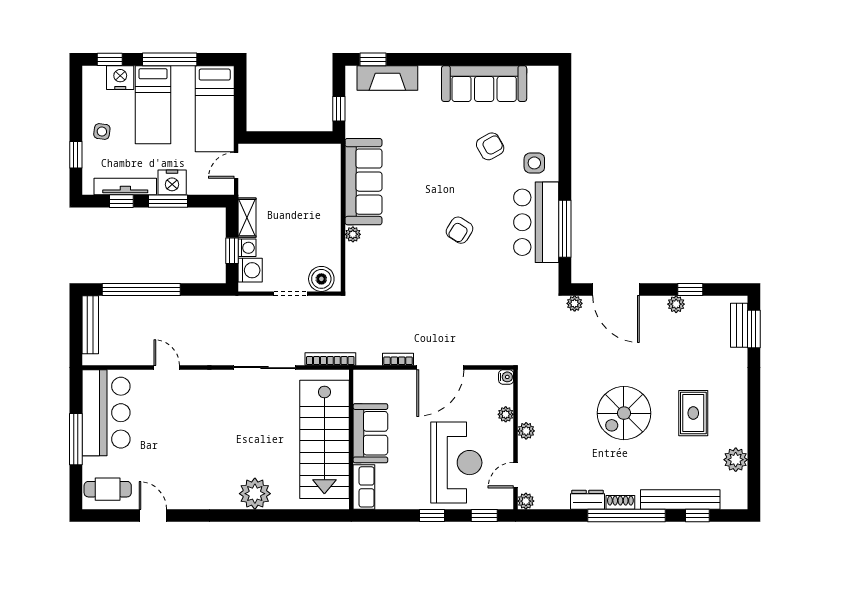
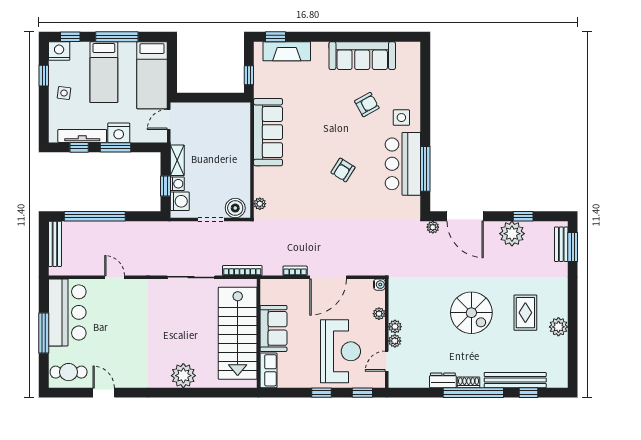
nightstand: (120, 78) -> (59, 51), moved
window: (76, 155) -> (44, 76), moved
plant: (353, 234) -> (260, 204), moved
plant: (676, 304) -> (512, 234), width x1.87, depth x1.87
spiral stairs: (624, 413) -> (471, 313), turned -90
plant: (736, 460) -> (558, 327), moved
plant: (526, 501) -> (395, 341), moved

